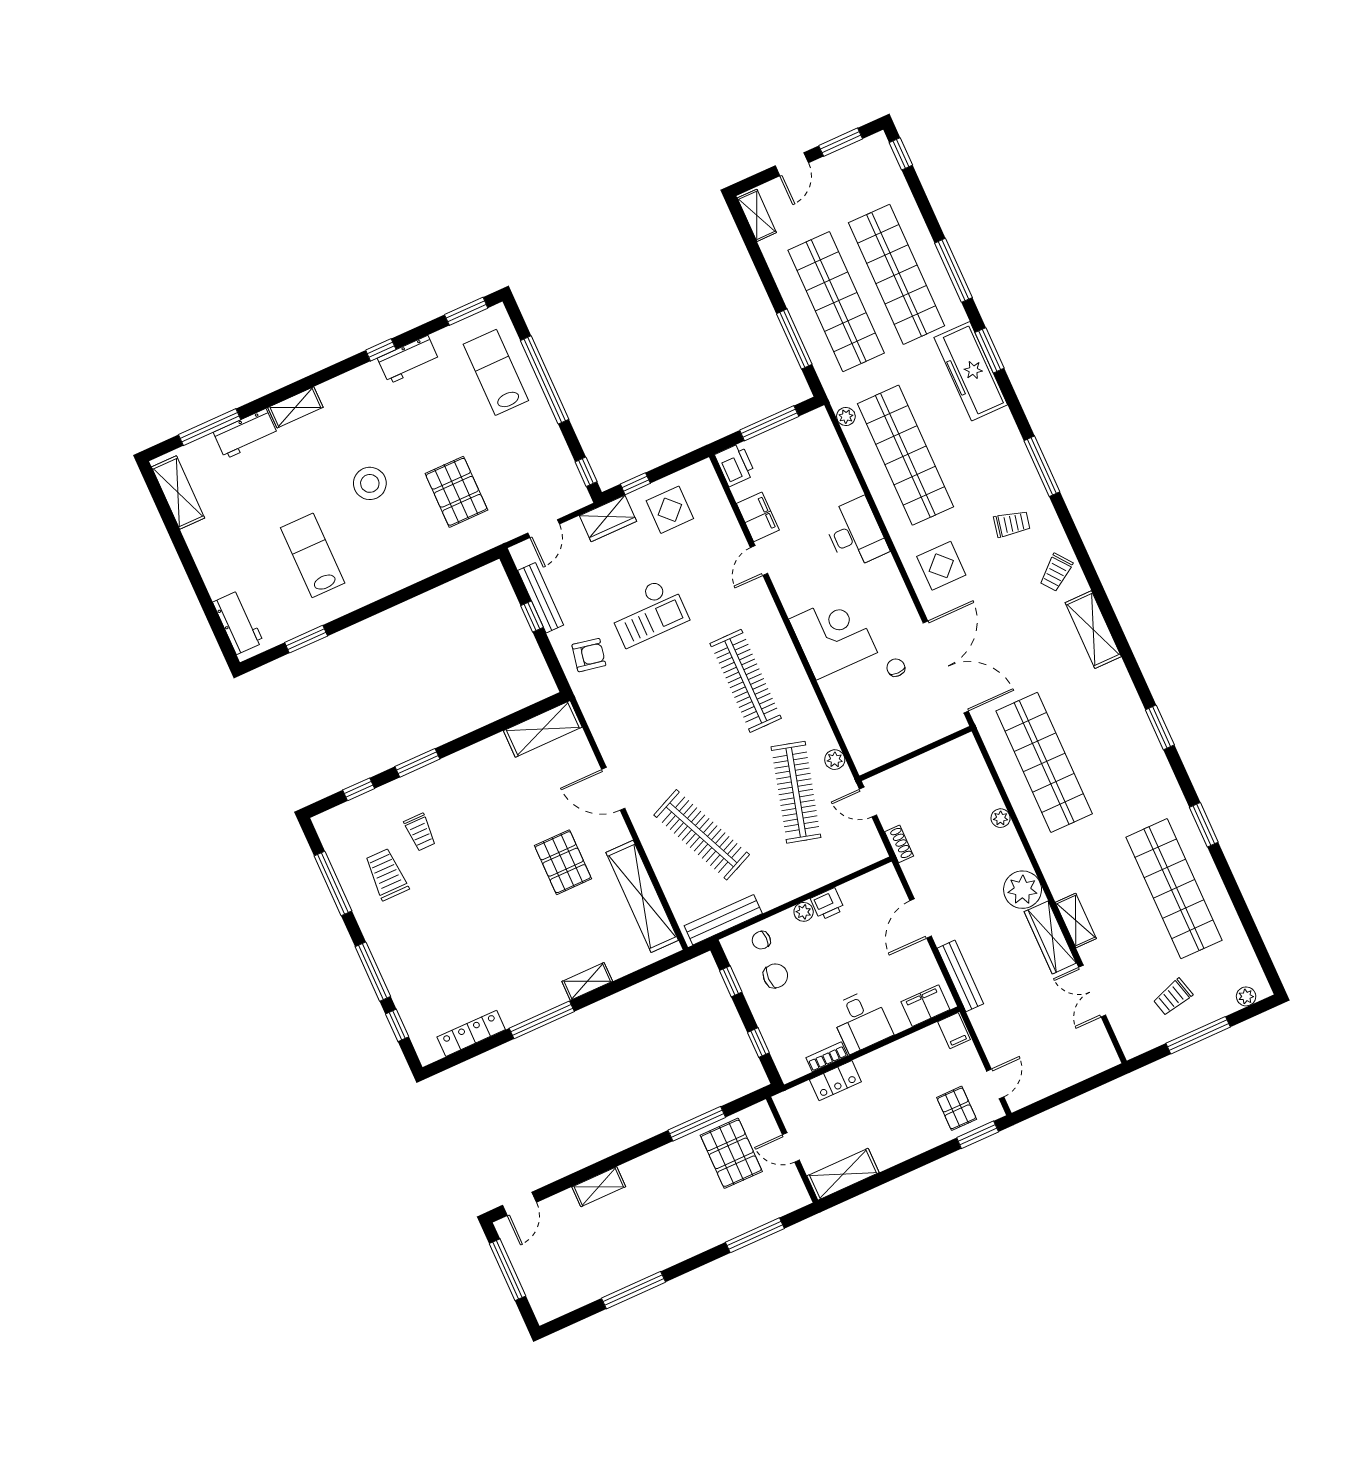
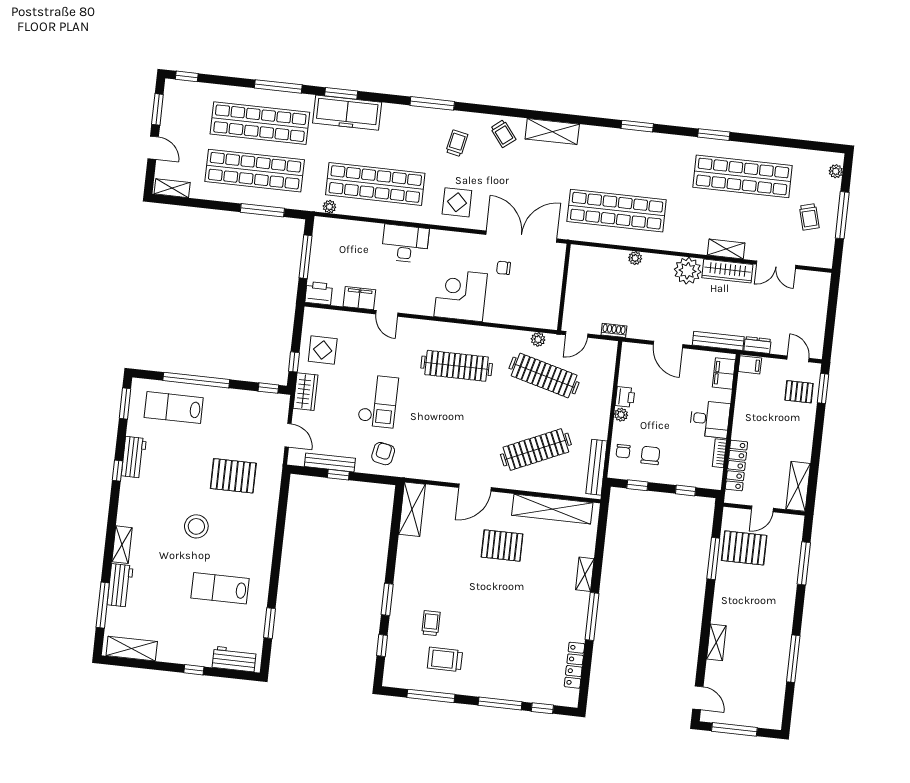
window: (197, 582) -> (194, 670), added
trolley: (420, 832) -> (431, 623), turned -90
dresser: (983, 1026) -> (757, 345), added
locker: (835, 1081) -> (736, 466), width x1.53

